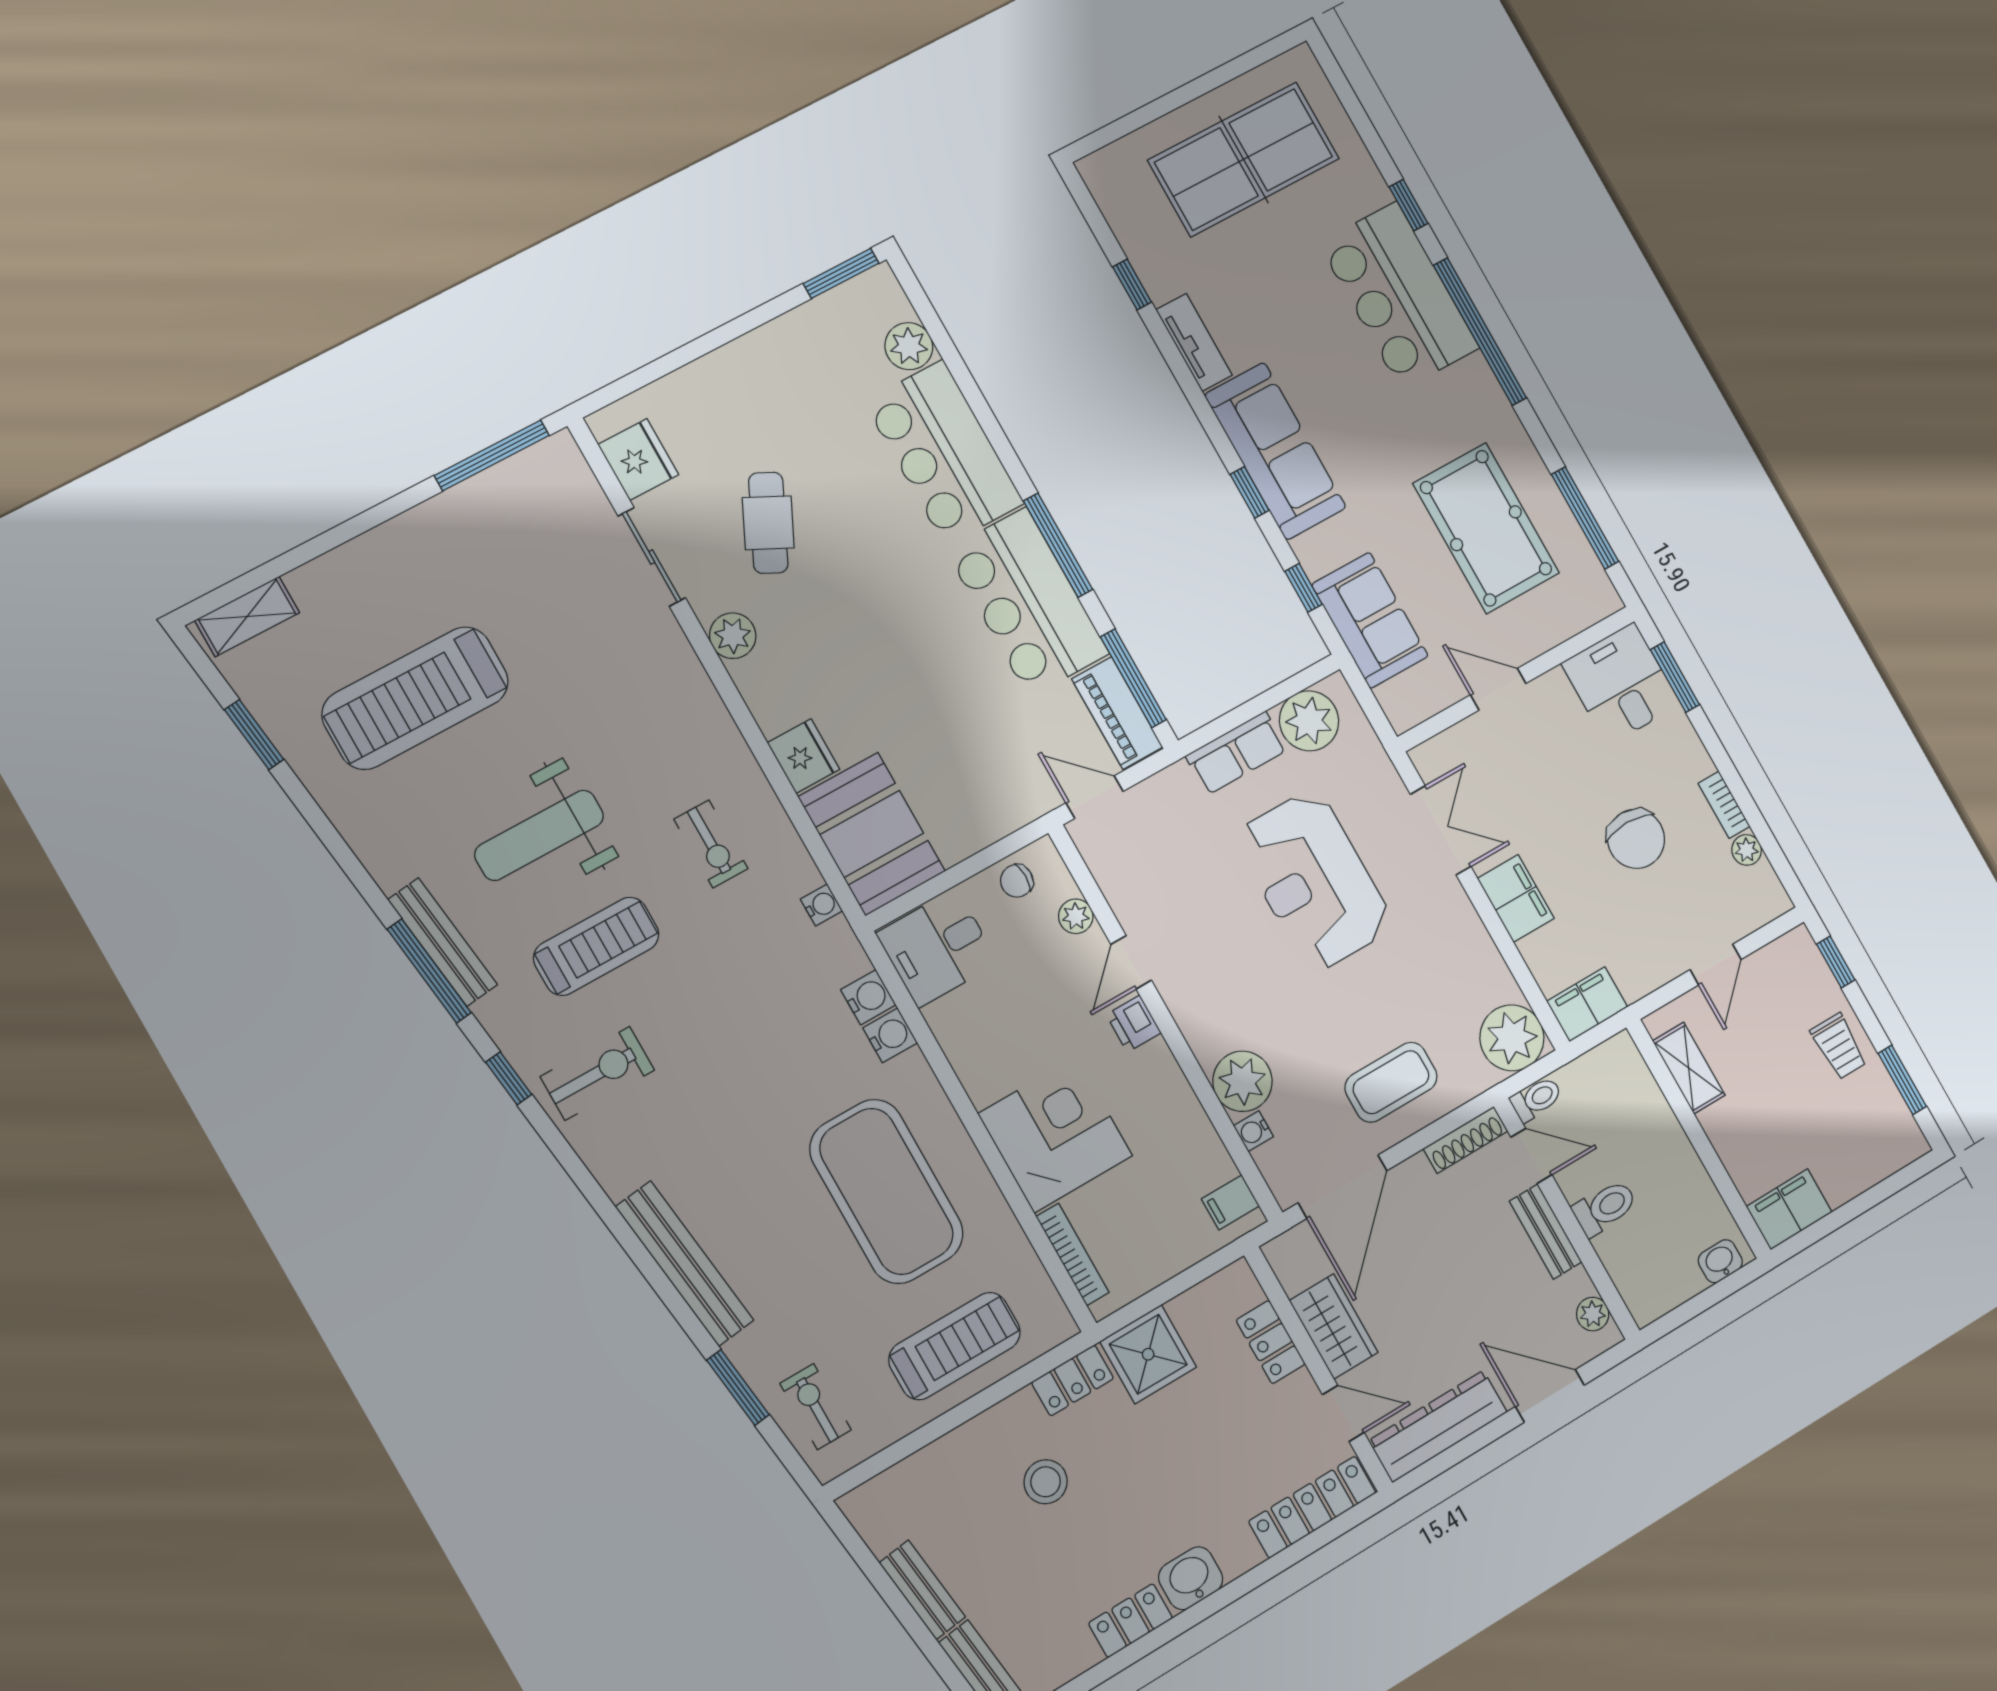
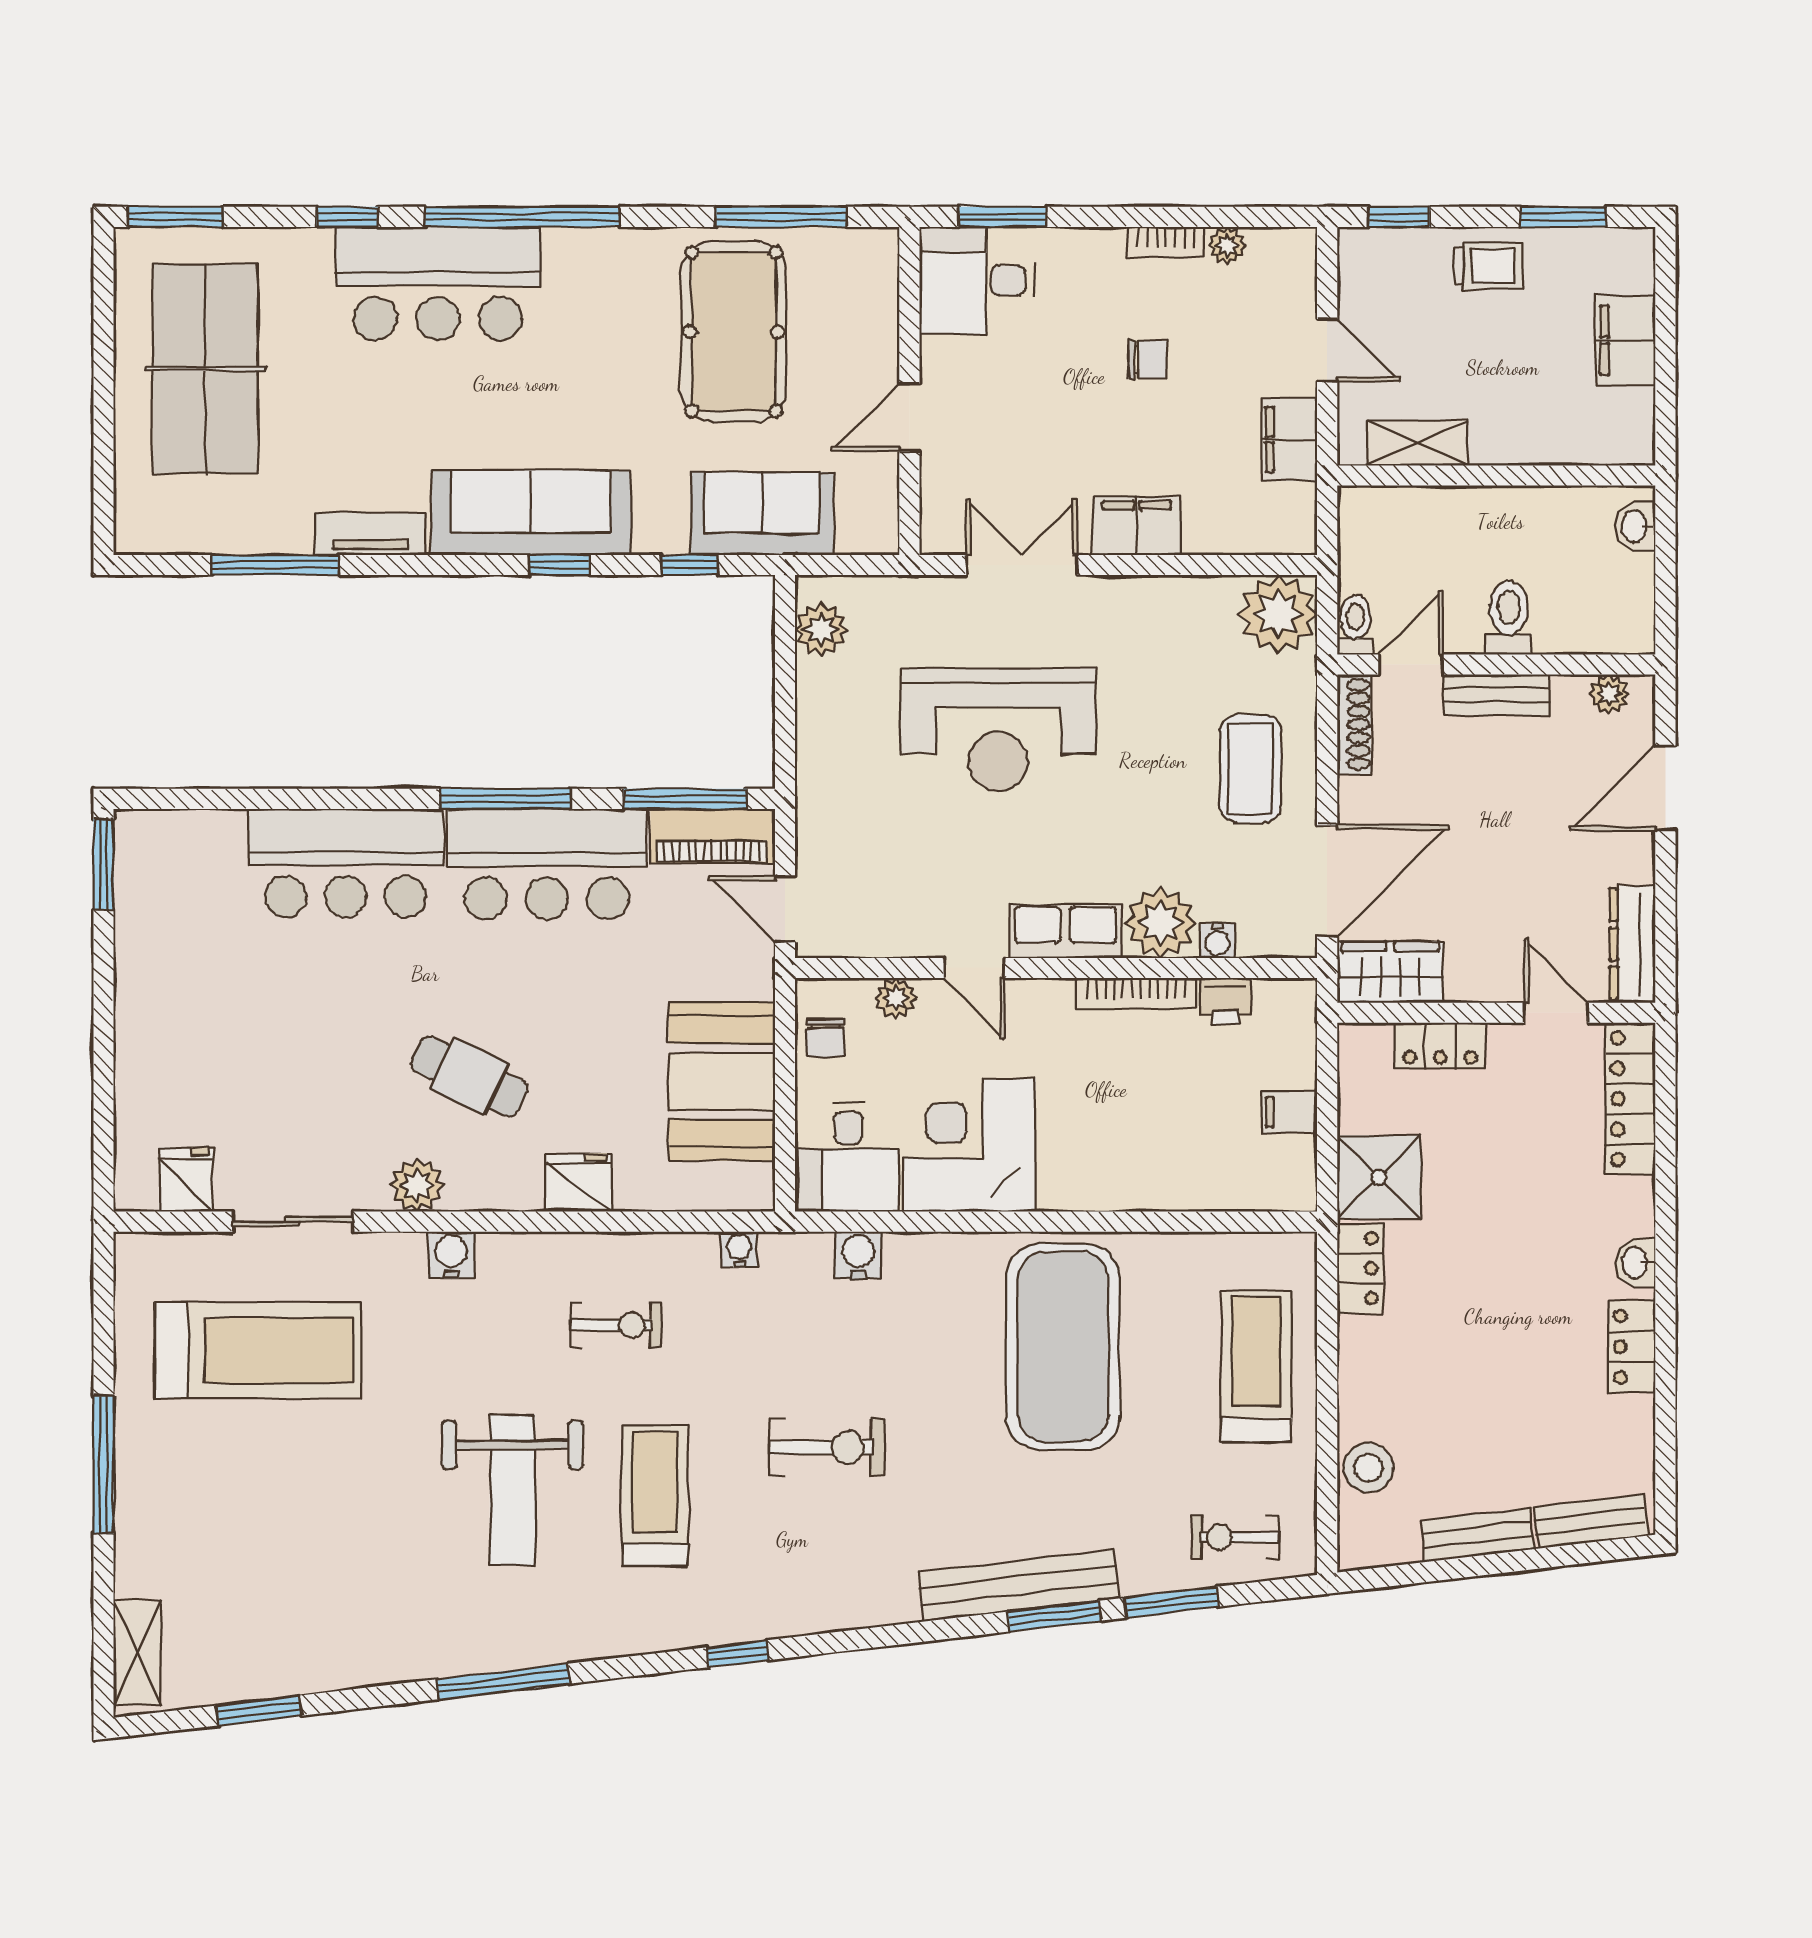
window: (1339, 81) -> (176, 217), added
window: (1132, 285) -> (275, 565), width x2.17
plant: (909, 346) -> (216, 837), removed
window: (492, 455) -> (104, 1464), moved
fridge: (638, 459) -> (186, 1180), width x0.72
cafe table: (768, 523) -> (469, 1077), moved
pool table: (1486, 528) -> (734, 332), turned 90
treadmill: (415, 698) -> (258, 1350), moved, turned -90
plant: (1309, 721) -> (821, 630), width x0.73, depth x0.73
row of seats: (1236, 753) -> (1065, 931), moved, turned -90
door: (1095, 797) -> (785, 909), hinge flipped
booth: (872, 834) -> (722, 1081), moved, turned 90
chair: (1636, 839) -> (1148, 360), width x0.54, depth x0.54
bench: (443, 942) -> (566, 1643), removed
window: (429, 971) -> (503, 1682), moved
filing cabinet: (1587, 1004) -> (1289, 439), moved
printer: (1134, 1024) -> (1225, 1001), moved
water cooler: (890, 1035) -> (451, 1255), moved
exercise bike: (597, 1073) -> (827, 1447), moved, turned 90
corner desk: (1055, 1135) -> (969, 1145), moved
door: (1343, 1187) -> (1327, 881), hinge flipped
exercise mat: (886, 1191) -> (1063, 1347), turned 90
filing cabinet: (1230, 1202) -> (1289, 1112), moved, turned 90
filing cabinet: (1789, 1209) -> (1625, 340), moved
bookcase: (1073, 1254) -> (1136, 993), moved, turned 180
window: (676, 1304) -> (1054, 1616), added
wardrobe: (1334, 1326) -> (1390, 972), moved
door: (1343, 1413) -> (1556, 1013), hinge flipped
dresser: (1438, 1426) -> (1632, 944), width x0.73, depth x0.80
stool: (1046, 1482) -> (1369, 1468), moved
washbasin: (1191, 1578) -> (1636, 1262), width x0.72, depth x0.69

